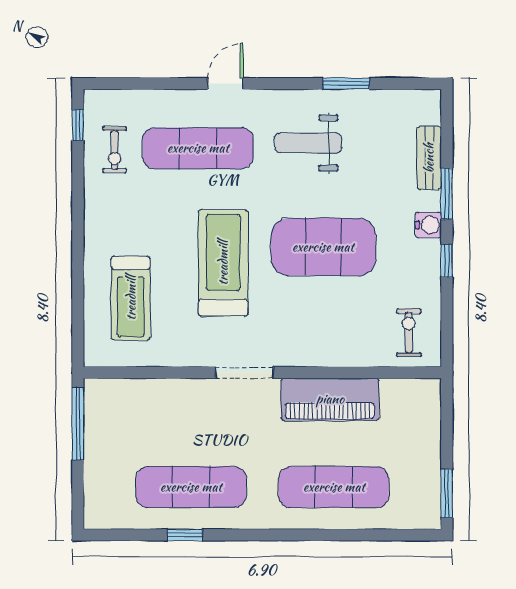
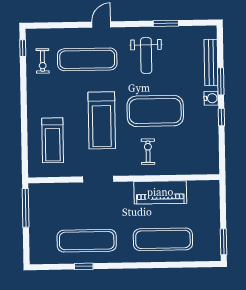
weight bench: (308, 143) -> (146, 56), turned -90
bench: (429, 158) -> (211, 62), width x1.36
treadmill: (223, 263) -> (102, 120), turned 180
exercise bike: (409, 333) -> (148, 152), moved
doorway: (244, 372) -> (98, 179), moved

